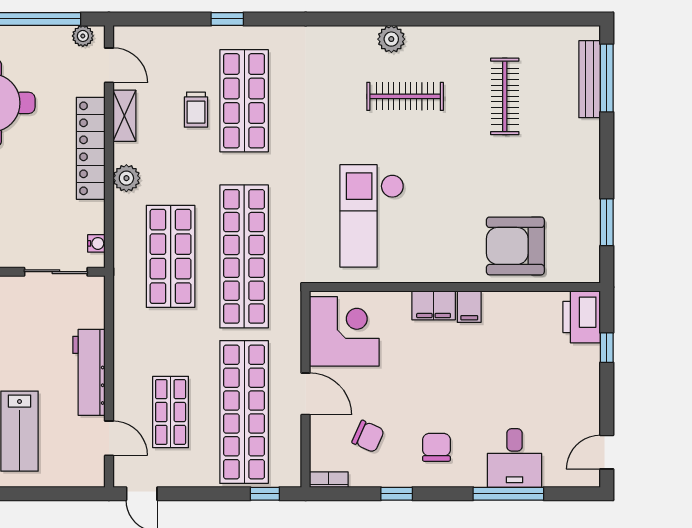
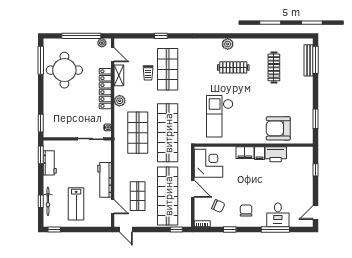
printer: (582, 317) -> (276, 154), moved, turned -90

